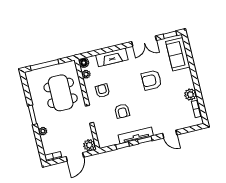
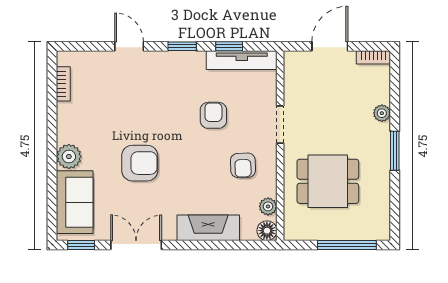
dining table: (61, 93) -> (328, 181), width x0.73
plant: (190, 95) -> (69, 157), moved
tv unit: (136, 135) -> (242, 60), moved
plant: (89, 145) -> (296, 63), removed

